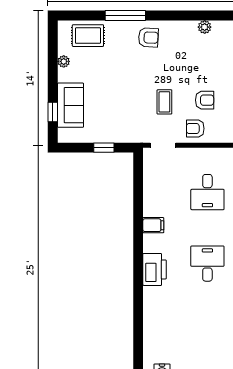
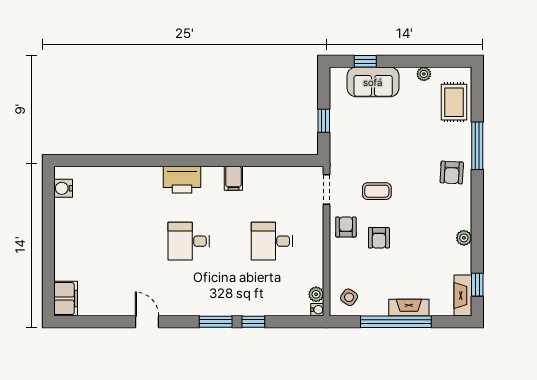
desk: (207, 264) -> (189, 241), turned 180

